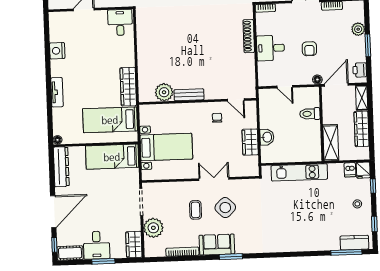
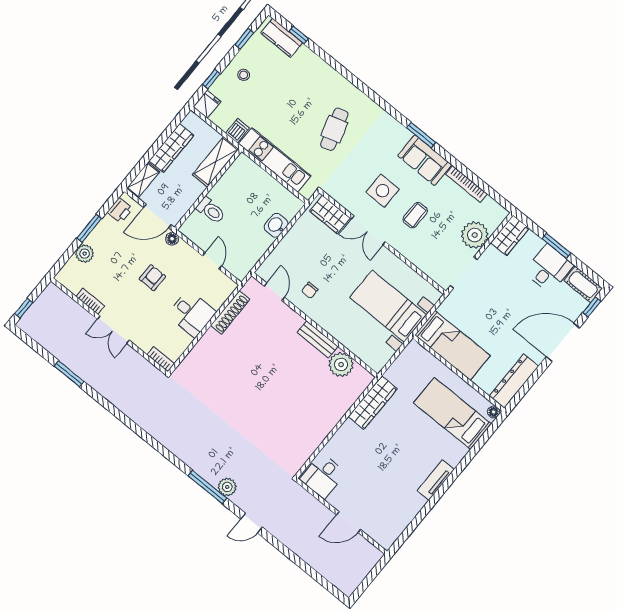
shoe rack: (249, 36) -> (230, 312), moved
nightstand: (57, 51) -> (413, 504), removed
tv unit: (57, 92) -> (436, 480), moved
bed: (110, 120) -> (452, 413), moved, turned 180
wardrobe: (250, 142) -> (330, 215), moved, turned 90
dishwasher: (350, 170) -> (237, 131), moved
side table: (225, 208) -> (383, 191), turned 45
cafe table: (281, 218) -> (334, 129), added
window: (346, 252) -> (299, 35), width x0.46

